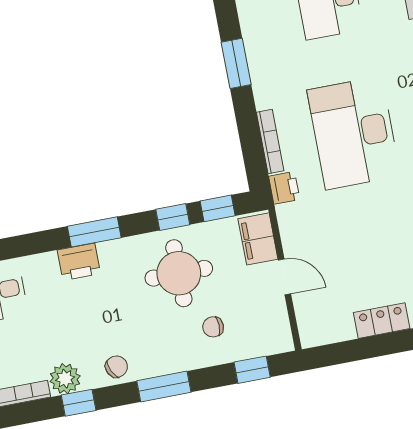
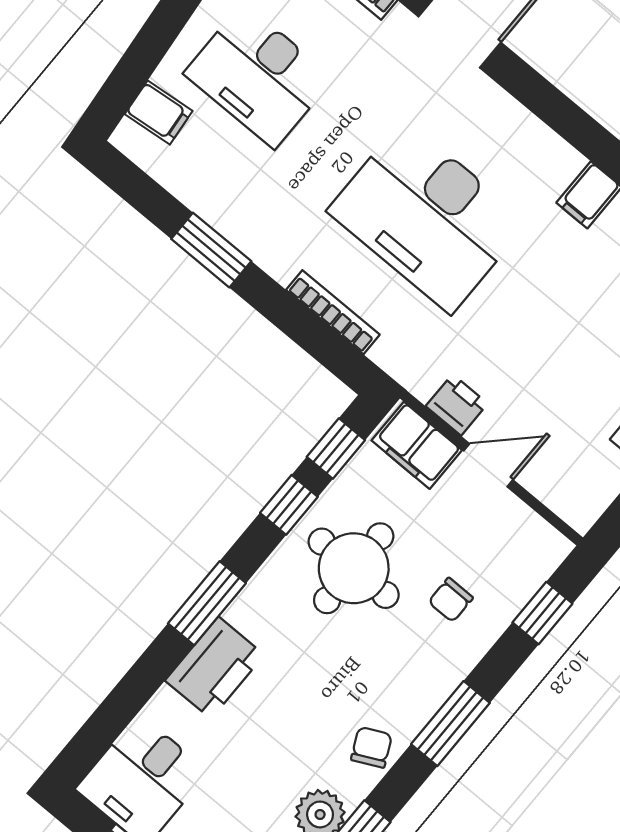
printer: (284, 188) -> (457, 405), moved
printer: (79, 262) -> (215, 668), width x1.37, depth x1.19

